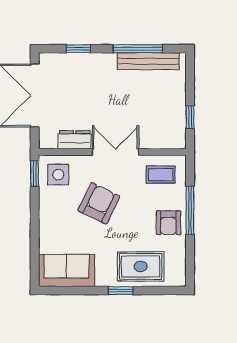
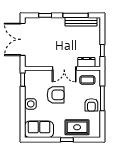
dresser: (75, 140) -> (86, 62), moved
double door: (116, 152) -> (64, 68), swing flipped
side table: (58, 175) -> (31, 104), moved
armchair: (99, 203) -> (56, 95), turned 64

